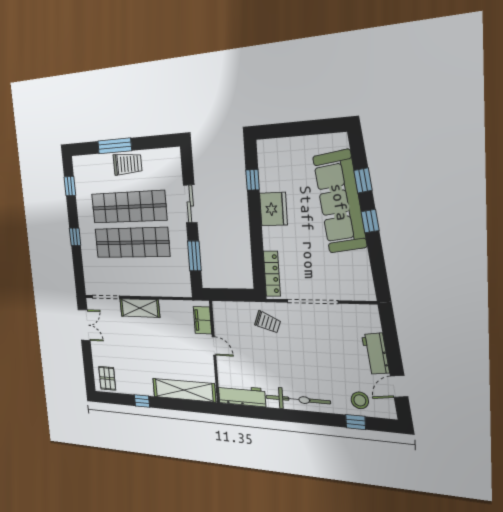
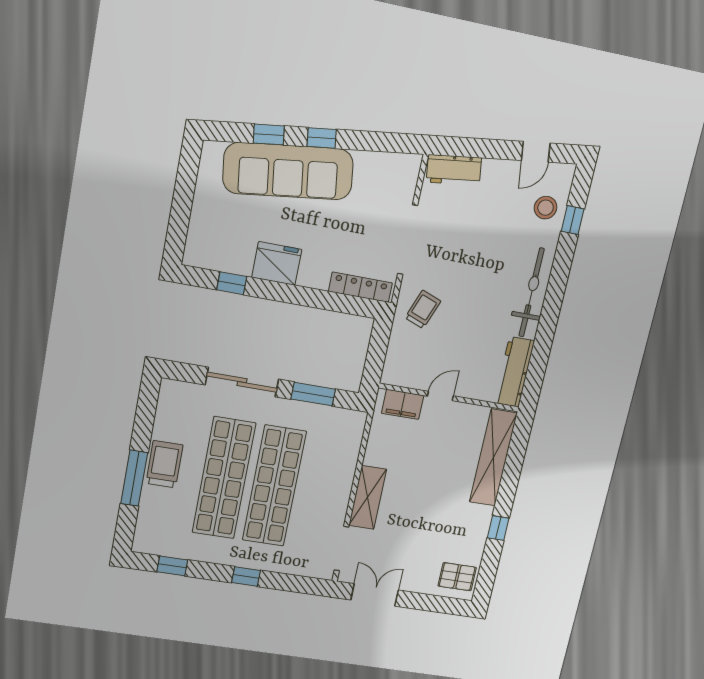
sliding door: (190, 204) -> (242, 382), width x1.37
workbench: (375, 354) -> (454, 170), moved
door: (399, 386) -> (536, 152), hinge flipped

